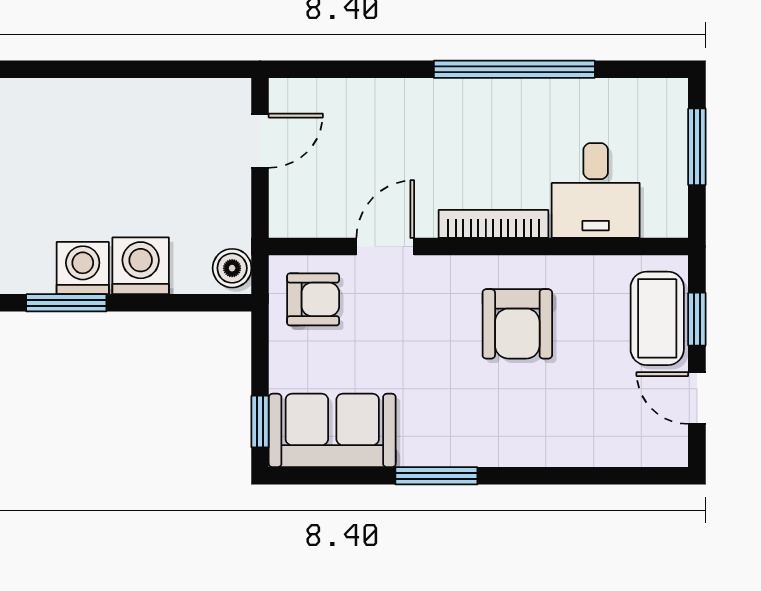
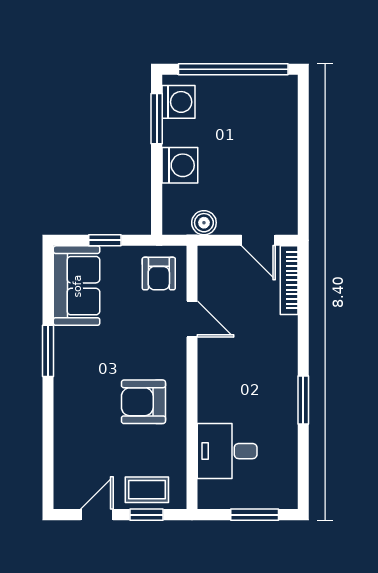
window: (514, 69) -> (303, 400), width x0.47
bookcase: (493, 224) -> (289, 280), moved, turned 180
washing machine: (83, 268) -> (179, 102), moved
boiler: (232, 268) -> (204, 223), moved
coffee table: (657, 318) -> (147, 490), width x0.73, depth x0.77
window: (260, 422) -> (105, 240), moved

